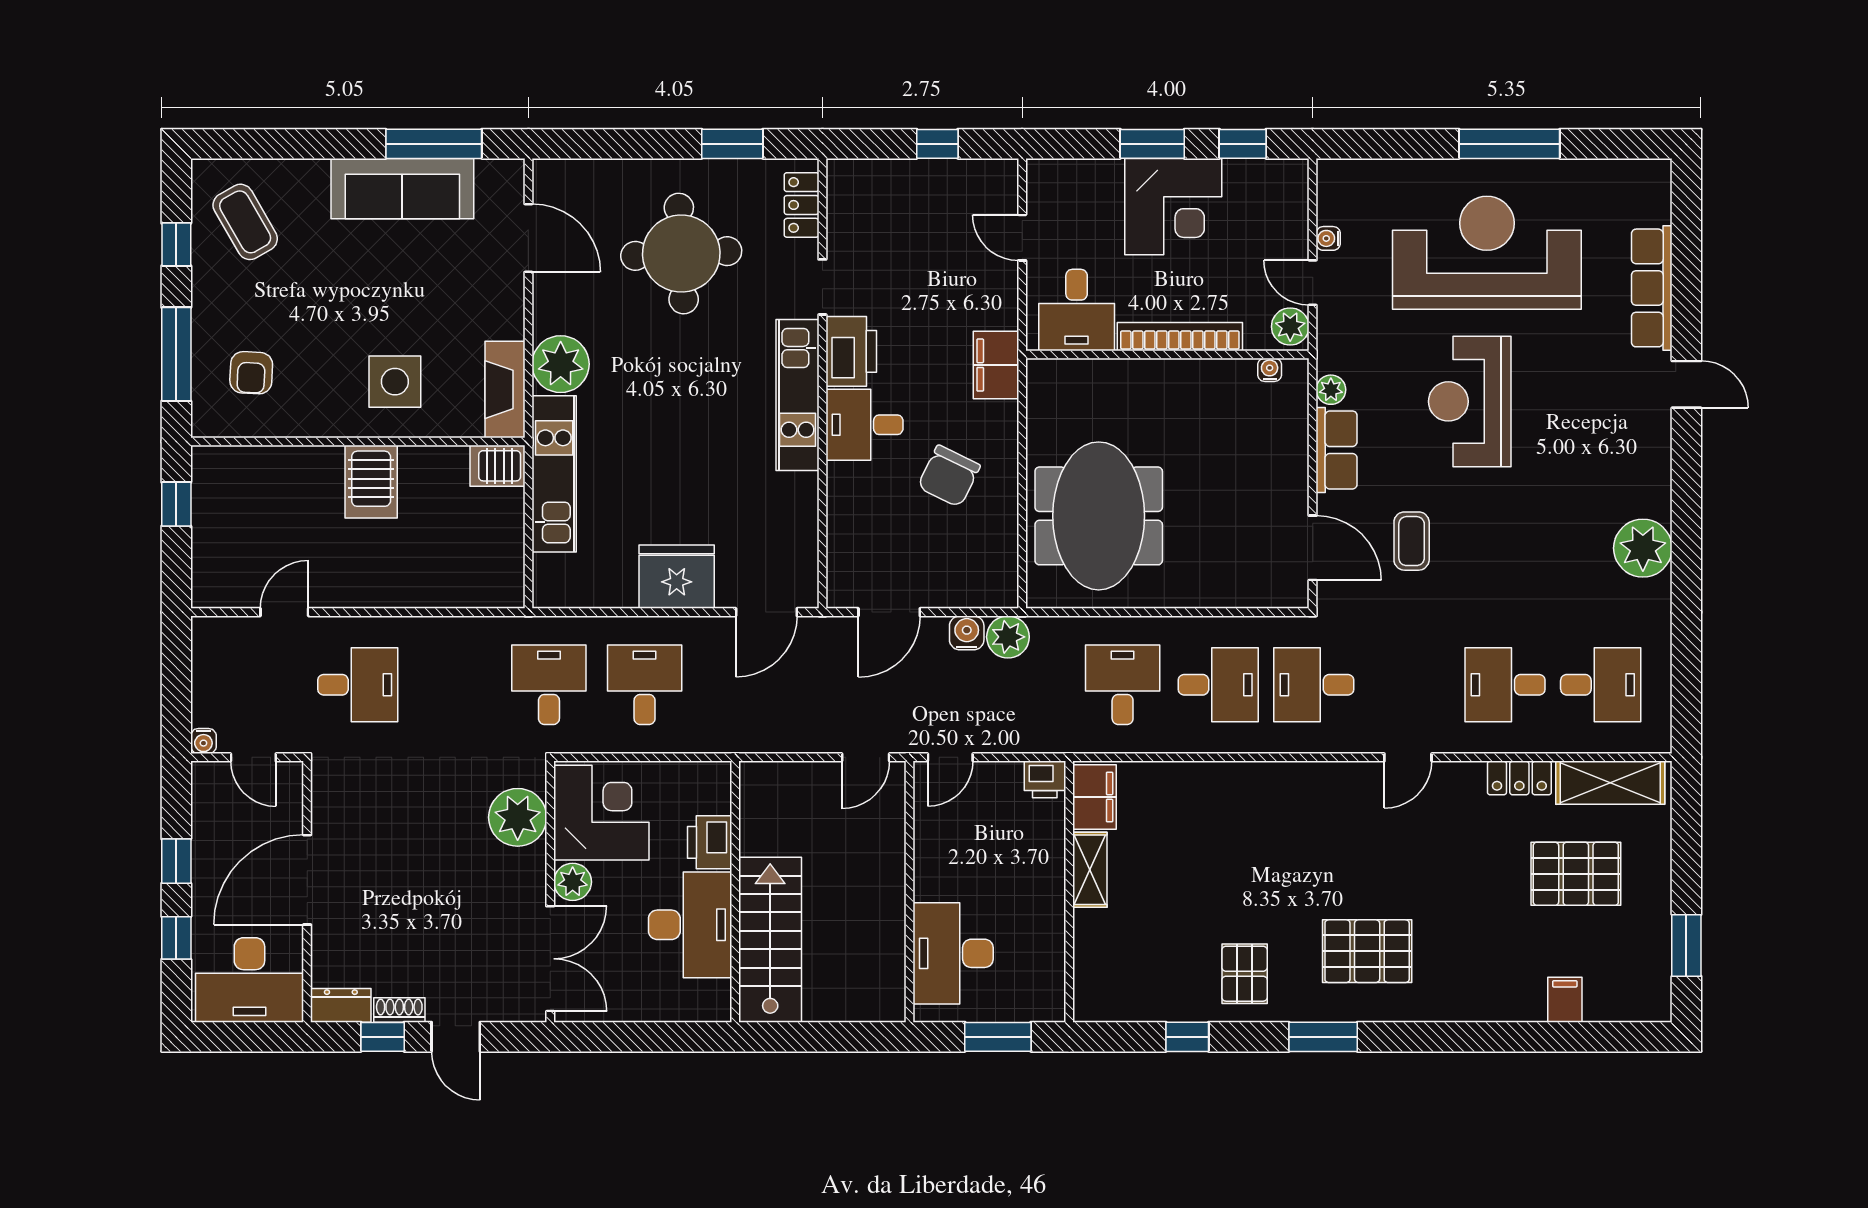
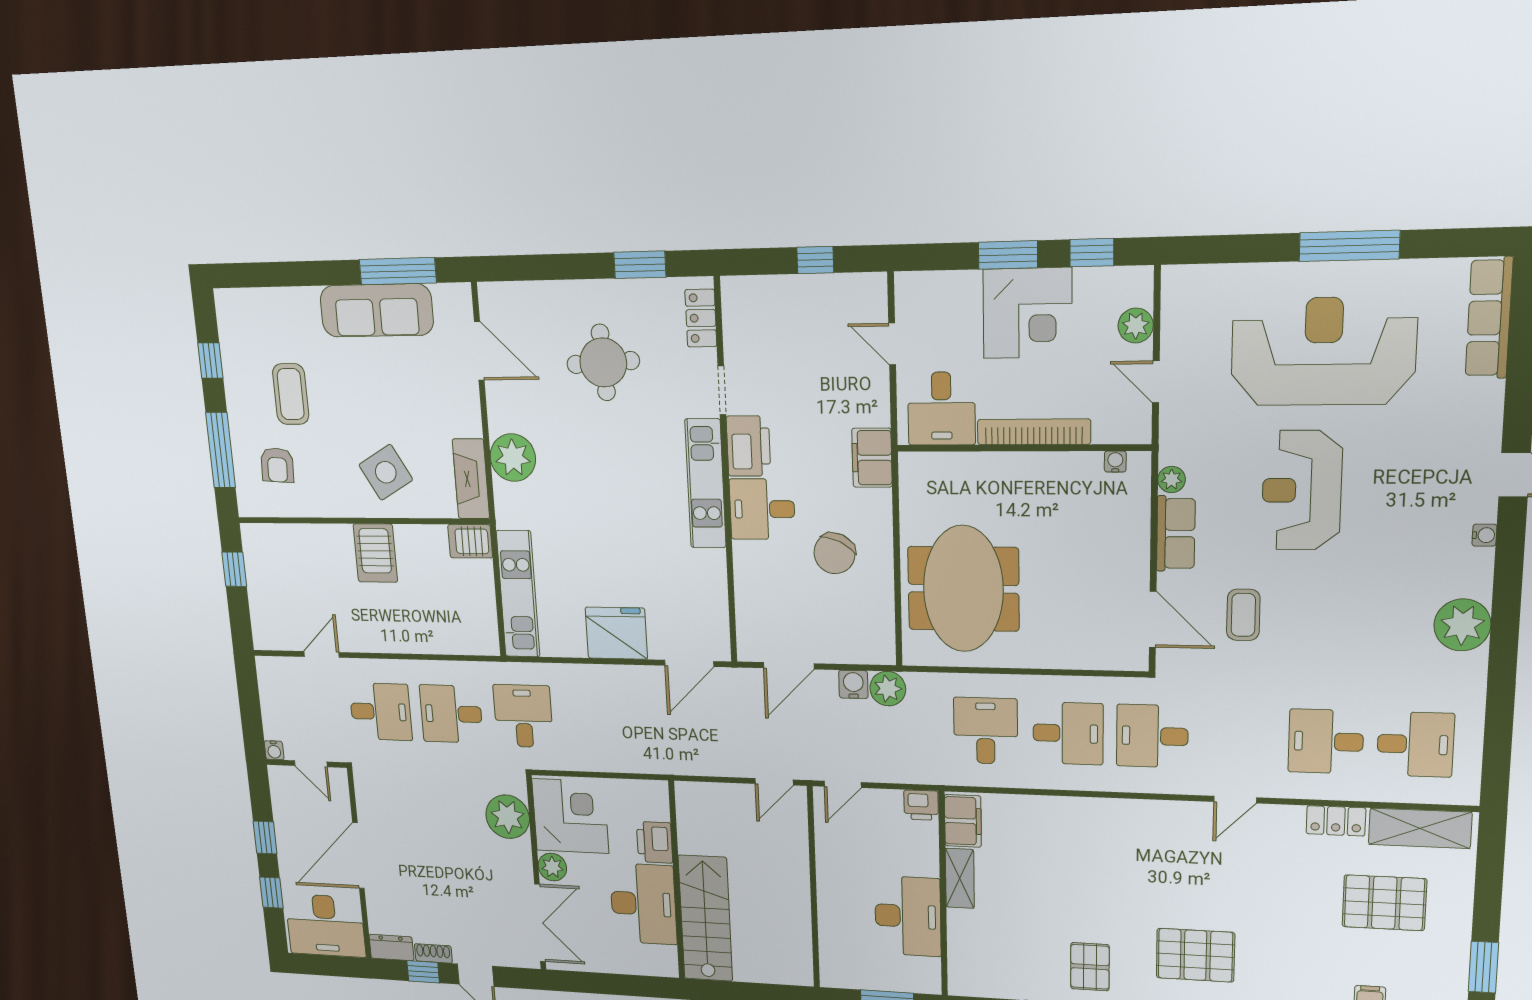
coffee table: (245, 222) -> (291, 394), moved, turned 30
water cooler: (1328, 238) -> (1484, 535), moved, turned 180
round table: (681, 254) -> (603, 362), width x0.73, depth x0.73
row of seats: (1652, 288) -> (1489, 318), moved
plant: (1290, 327) -> (1136, 326), moved
side table: (395, 382) -> (386, 472), turned -30
kitchen unit: (554, 474) -> (518, 594), moved
desk: (645, 685) -> (451, 714), moved, turned -90
desk: (953, 953) -> (908, 916), moved, turned 180

